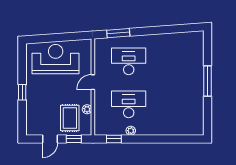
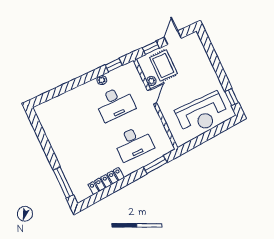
locker: (169, 39) -> (106, 181), added
window: (208, 81) -> (63, 182), moved
door: (93, 82) -> (152, 97), moved
window: (22, 92) -> (232, 97), moved

